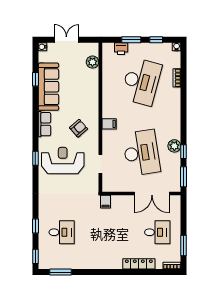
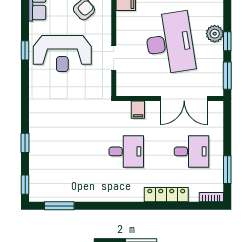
reception desk: (63, 161) -> (62, 54), turned 180
filing cabinet: (106, 202) -> (138, 110), moved
desk: (62, 232) -> (126, 151), moved

